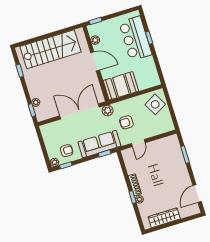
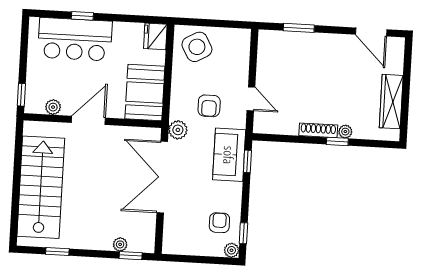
fridge: (153, 80) -> (155, 36), added
sofa: (99, 144) -> (229, 155), width x0.73

